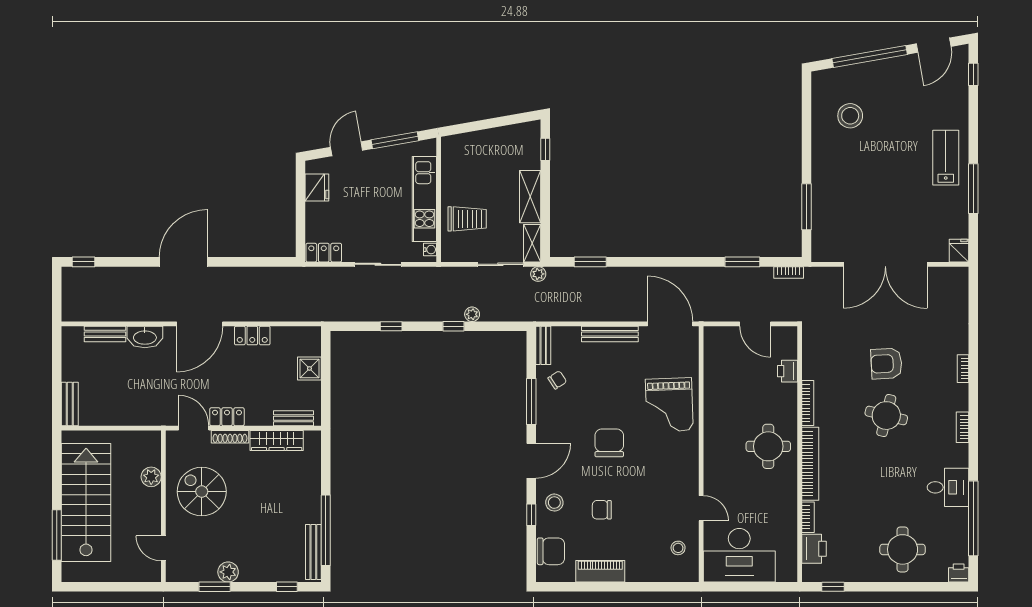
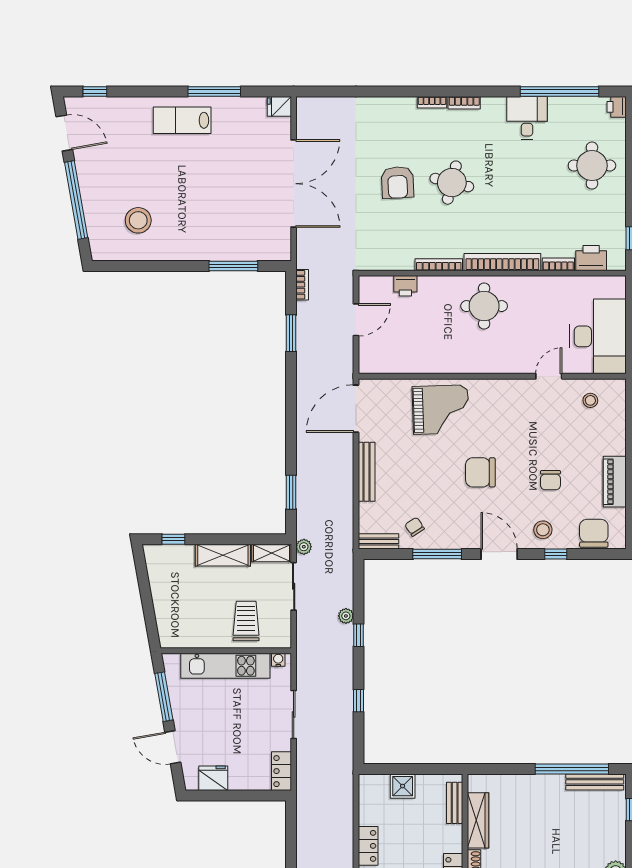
bookcase: (963, 369) -> (432, 102), moved

